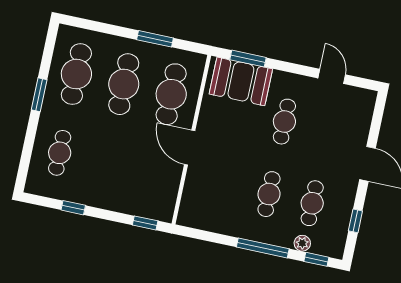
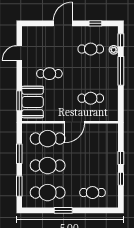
window: (98, 27) -> (19, 186), added
cafe table: (269, 194) -> (91, 98), moved
window: (145, 223) -> (121, 158), moved

